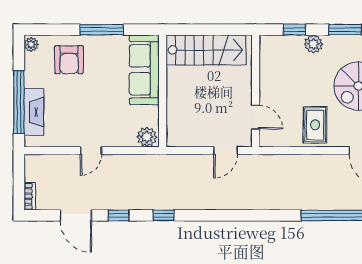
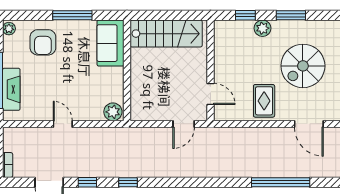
sofa: (144, 70) -> (111, 43), width x0.73
door: (91, 151) -> (63, 124), swing flipped

